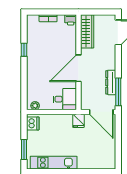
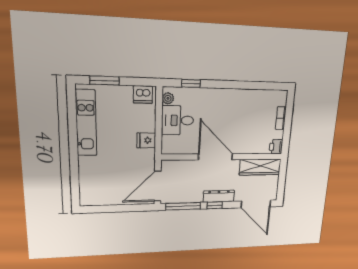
window: (24, 50) -> (191, 83), moved
window: (118, 67) -> (215, 205), added
dresser: (111, 82) -> (219, 196), moved
desk: (65, 99) -> (178, 120), moved, turned 90
fridge: (78, 121) -> (146, 140), moved

